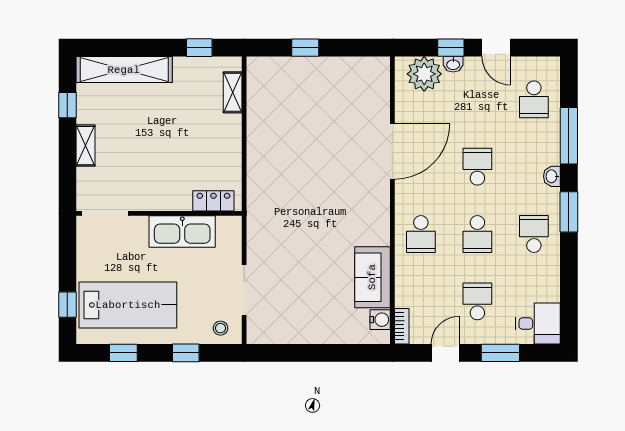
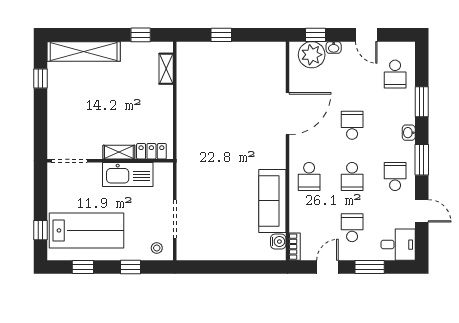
window: (451, 48) -> (316, 35), moved
window: (569, 136) -> (422, 102), width x0.69
shelving: (86, 146) -> (119, 152), moved, turned 90
sofa: (372, 277) -> (272, 201), width x1.36
door: (569, 279) -> (422, 211), added

